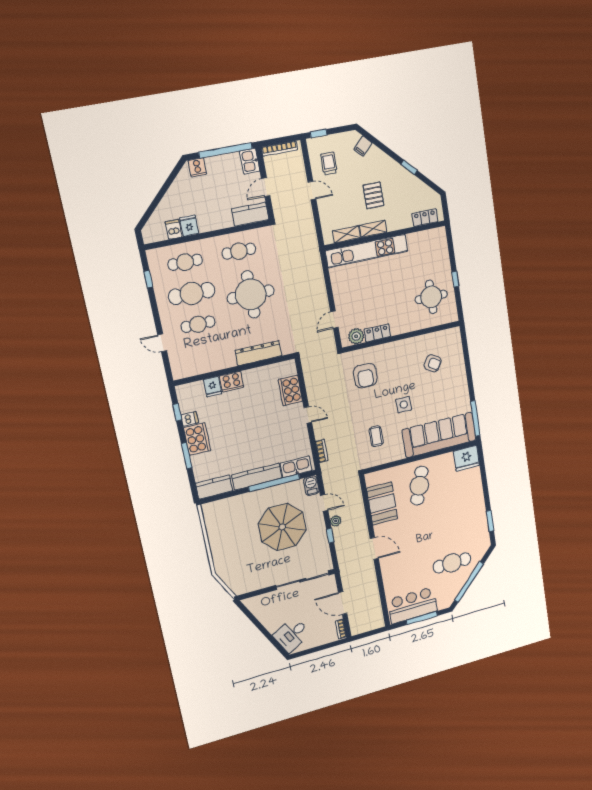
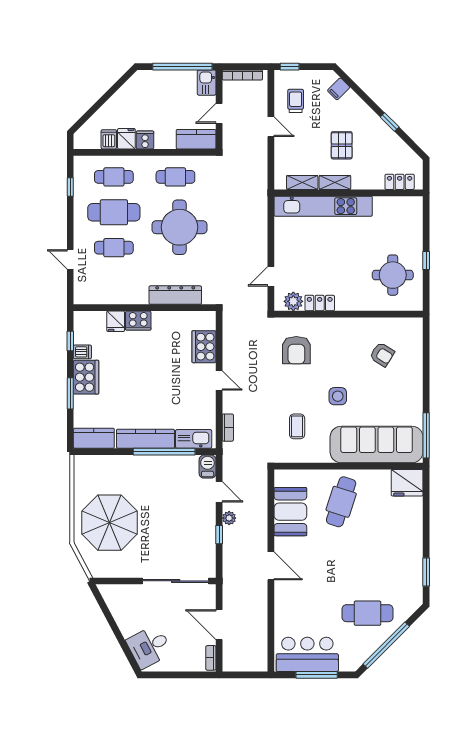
cooker: (197, 167) -> (145, 140), moved, turned 180
parasol: (282, 527) -> (110, 523), moved

